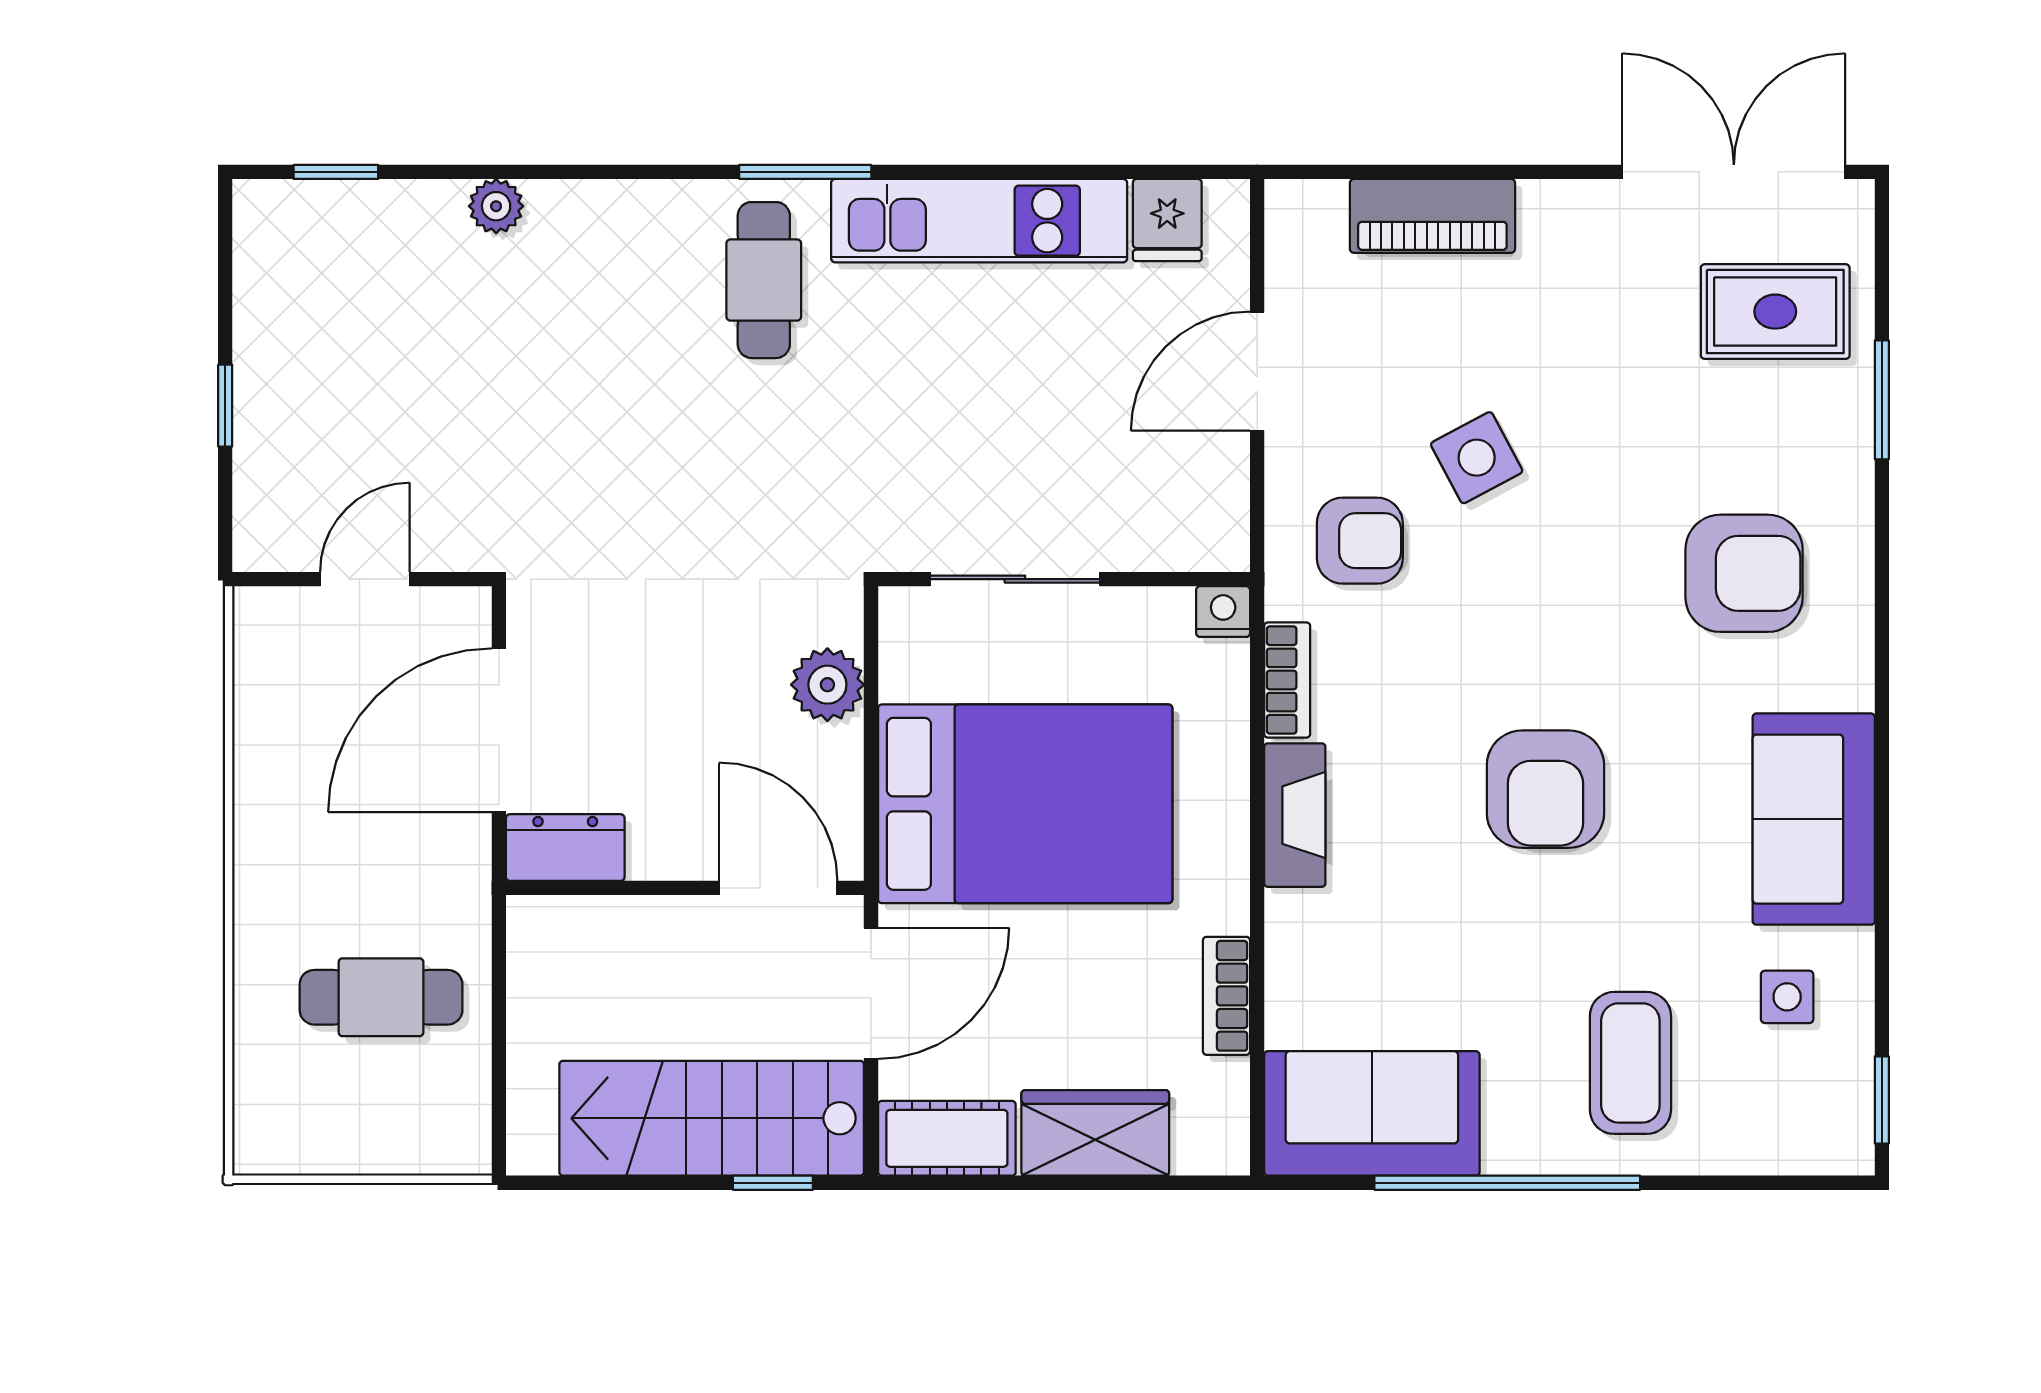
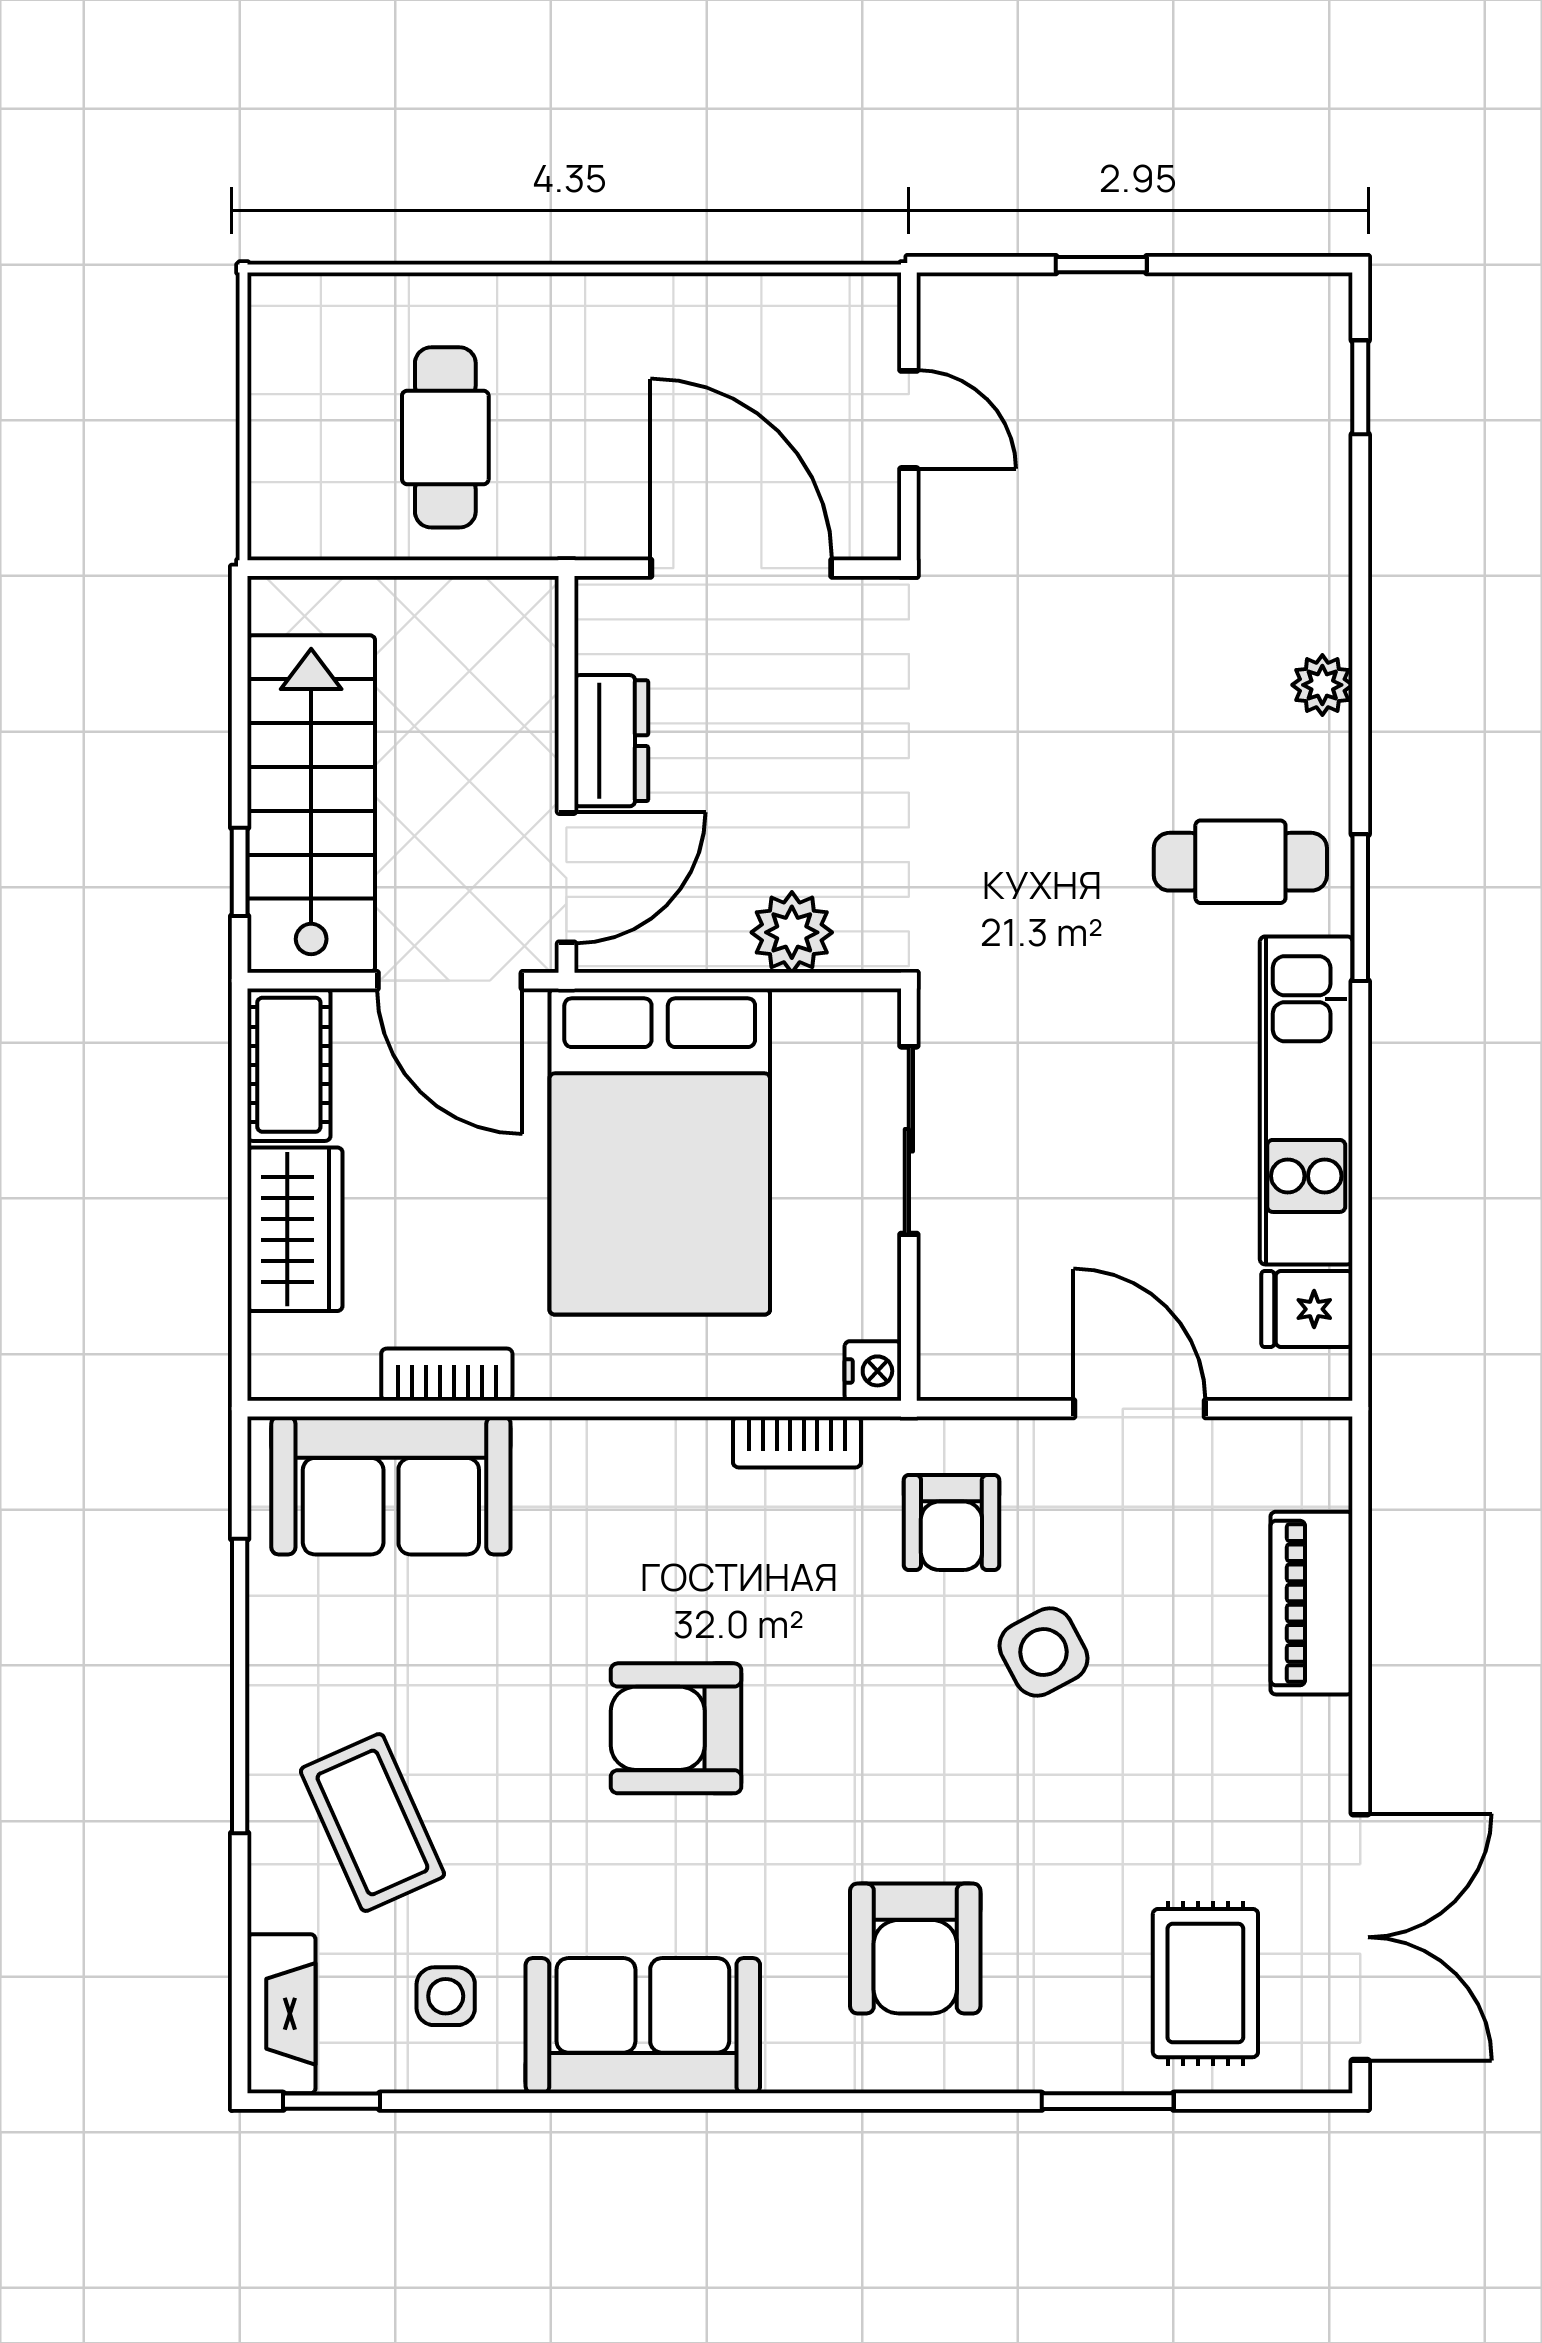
plant: (496, 206) -> (1322, 685), moved
fireplace: (1295, 815) -> (281, 2014), moved, turned -90
dresser: (565, 848) -> (611, 741), moved
coffee table: (1630, 1063) -> (372, 1823), turned 66
sofa: (1372, 1113) -> (391, 1485), moved, turned 90

